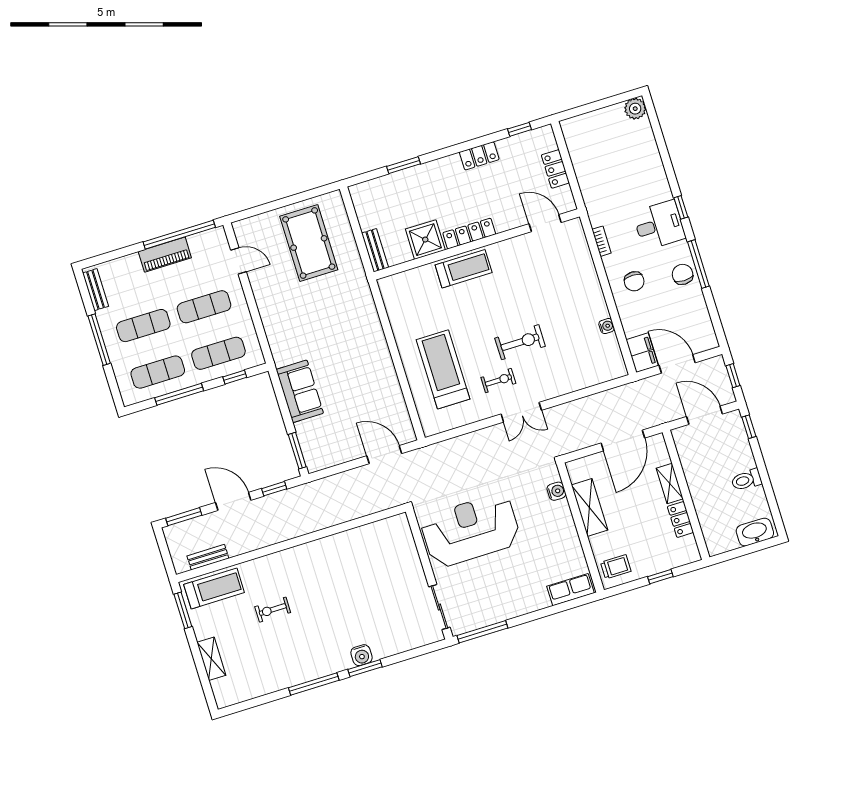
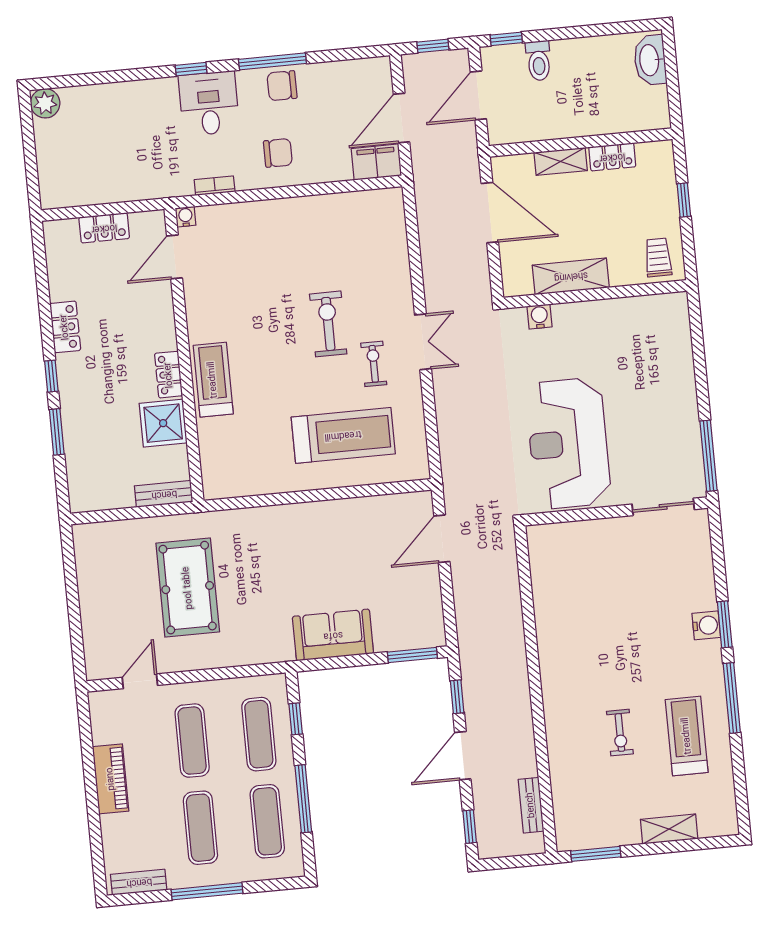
window: (519, 129) -> (51, 376), moved
locker: (469, 234) -> (169, 375), width x0.66
window: (179, 235) -> (88, 754), removed
pool table: (309, 243) -> (188, 588), moved, turned 90
water cooler: (607, 326) -> (186, 217), moved
treadmill: (443, 369) -> (343, 435), turned 180
toilet: (746, 480) -> (539, 61), moved
window: (184, 517) -> (470, 827), width x0.67
treadmill: (214, 589) -> (687, 736), moved
row of seats: (571, 590) -> (676, 325), removed

